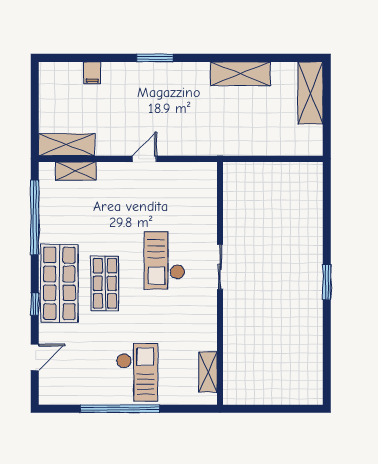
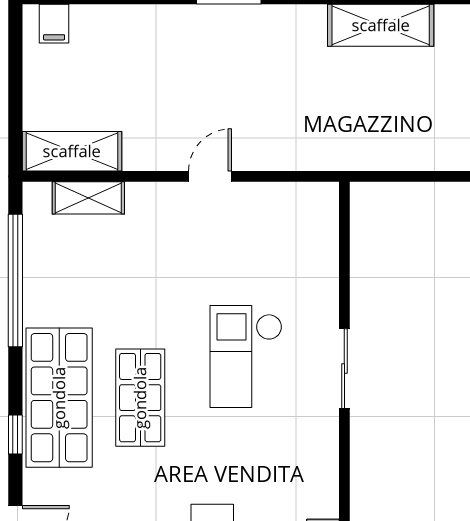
filing cabinet: (92, 73) -> (54, 24), moved

